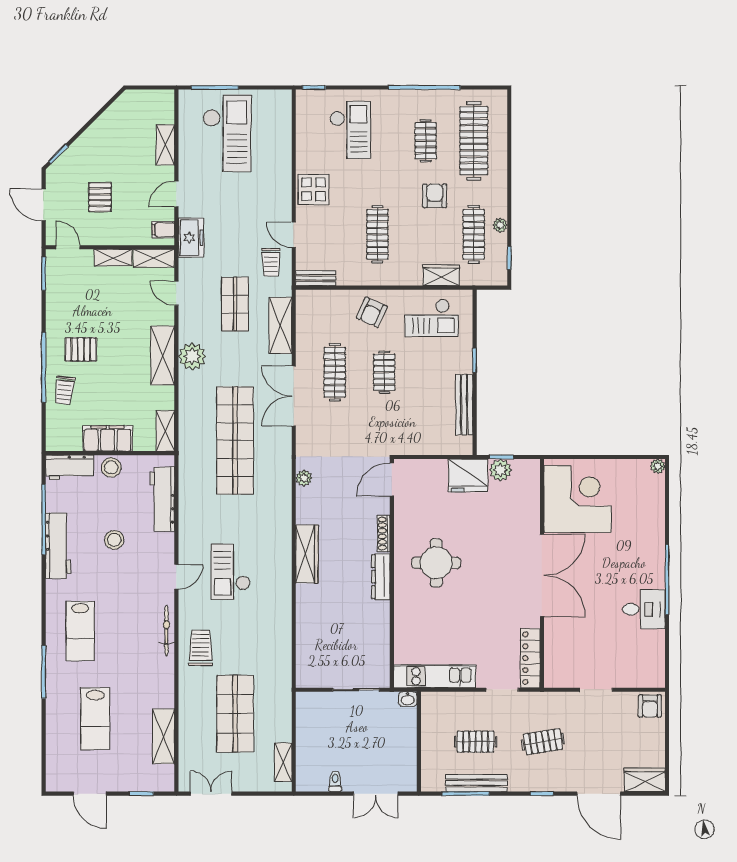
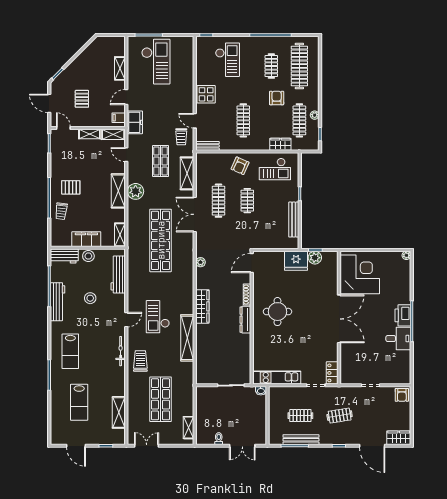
printer: (652, 569) -> (403, 315), added
shelving: (281, 608) -> (187, 338), added
locker: (530, 658) -> (332, 373), width x0.66

